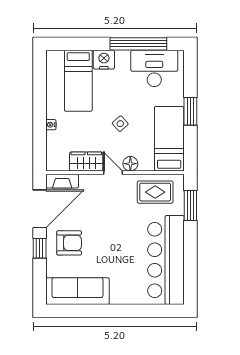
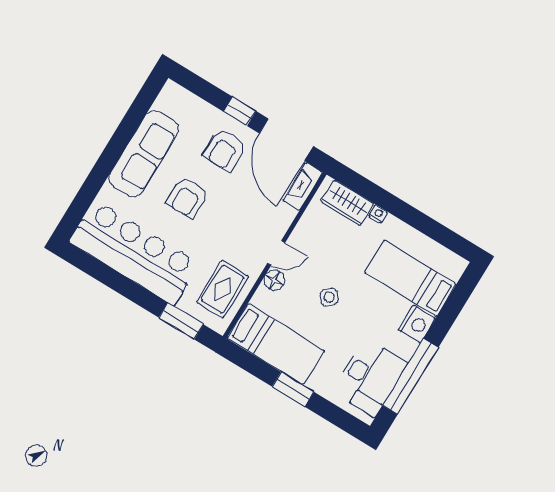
wardrobe: (86, 162) -> (347, 203), moved, turned 90
armchair: (112, 248) -> (187, 197), added
sofa: (77, 291) -> (144, 154), moved

